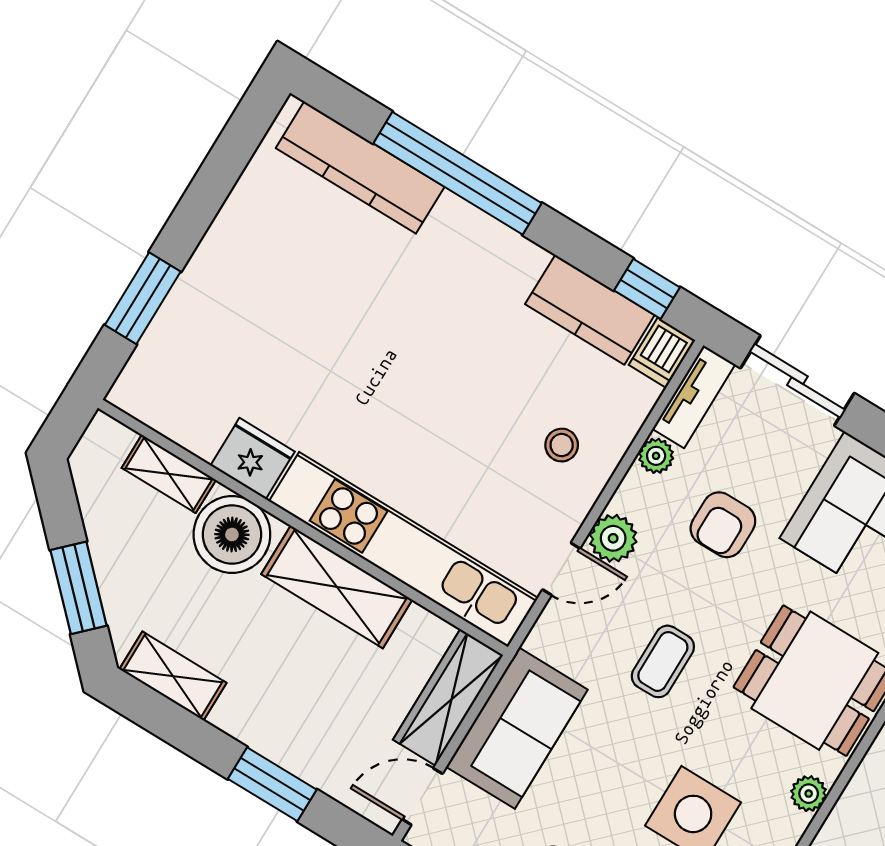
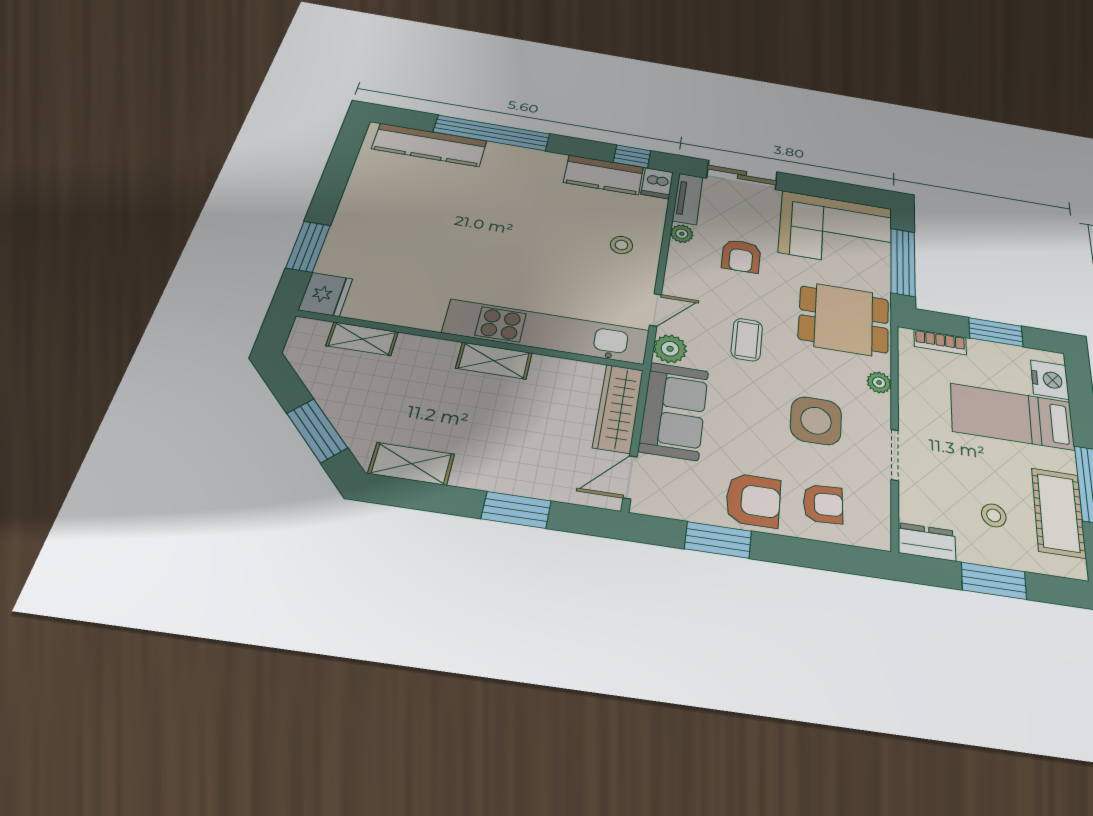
fridge: (253, 458) -> (326, 294), moved, turned 90
boiler: (232, 534) -> (422, 360), removed
plant: (613, 538) -> (670, 349), moved
shelving: (337, 587) -> (494, 361), width x0.67, depth x0.75

